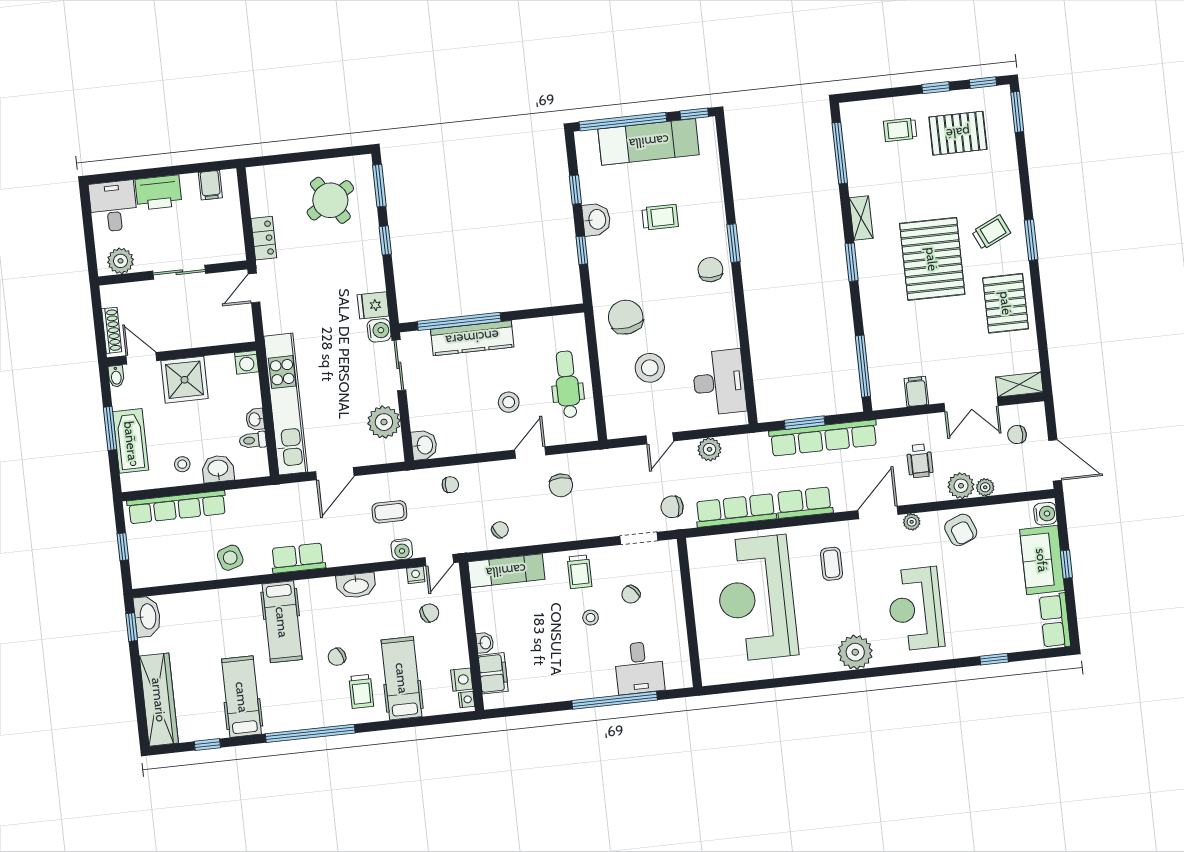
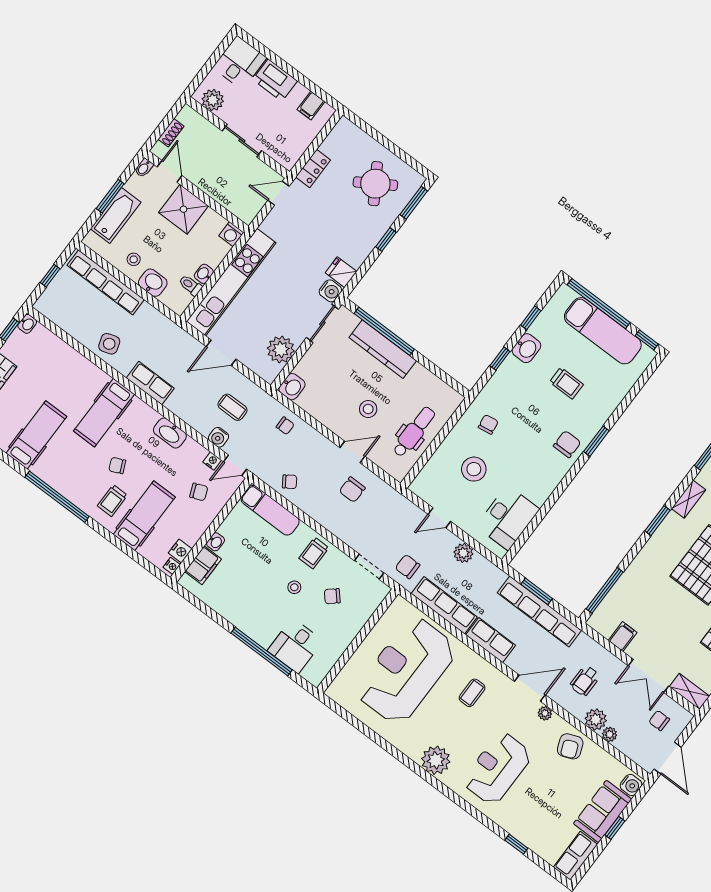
chair: (626, 317) -> (488, 424), width x0.54, depth x0.54
shoe rack: (112, 330) -> (171, 133), width x0.70
washbasin: (147, 617) -> (27, 324), width x0.52, depth x0.69

